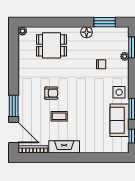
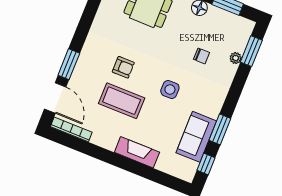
side table: (119, 92) -> (170, 89), moved
coffee table: (59, 116) -> (122, 101), width x1.86, depth x1.72
fireplace: (64, 147) -> (137, 152), moved

